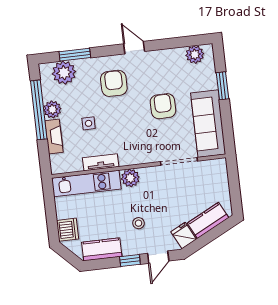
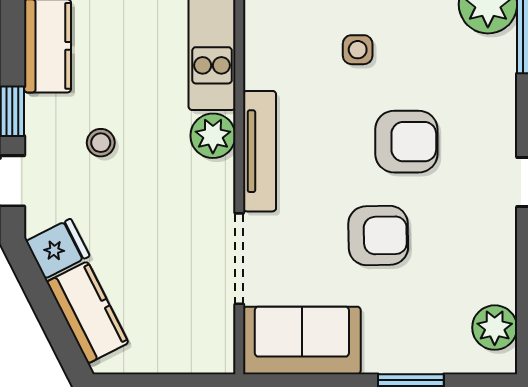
armchair: (114, 83) -> (406, 142), moved
sofa: (208, 124) -> (302, 340), width x0.73
tv unit: (101, 162) -> (260, 151), moved, width x1.41

